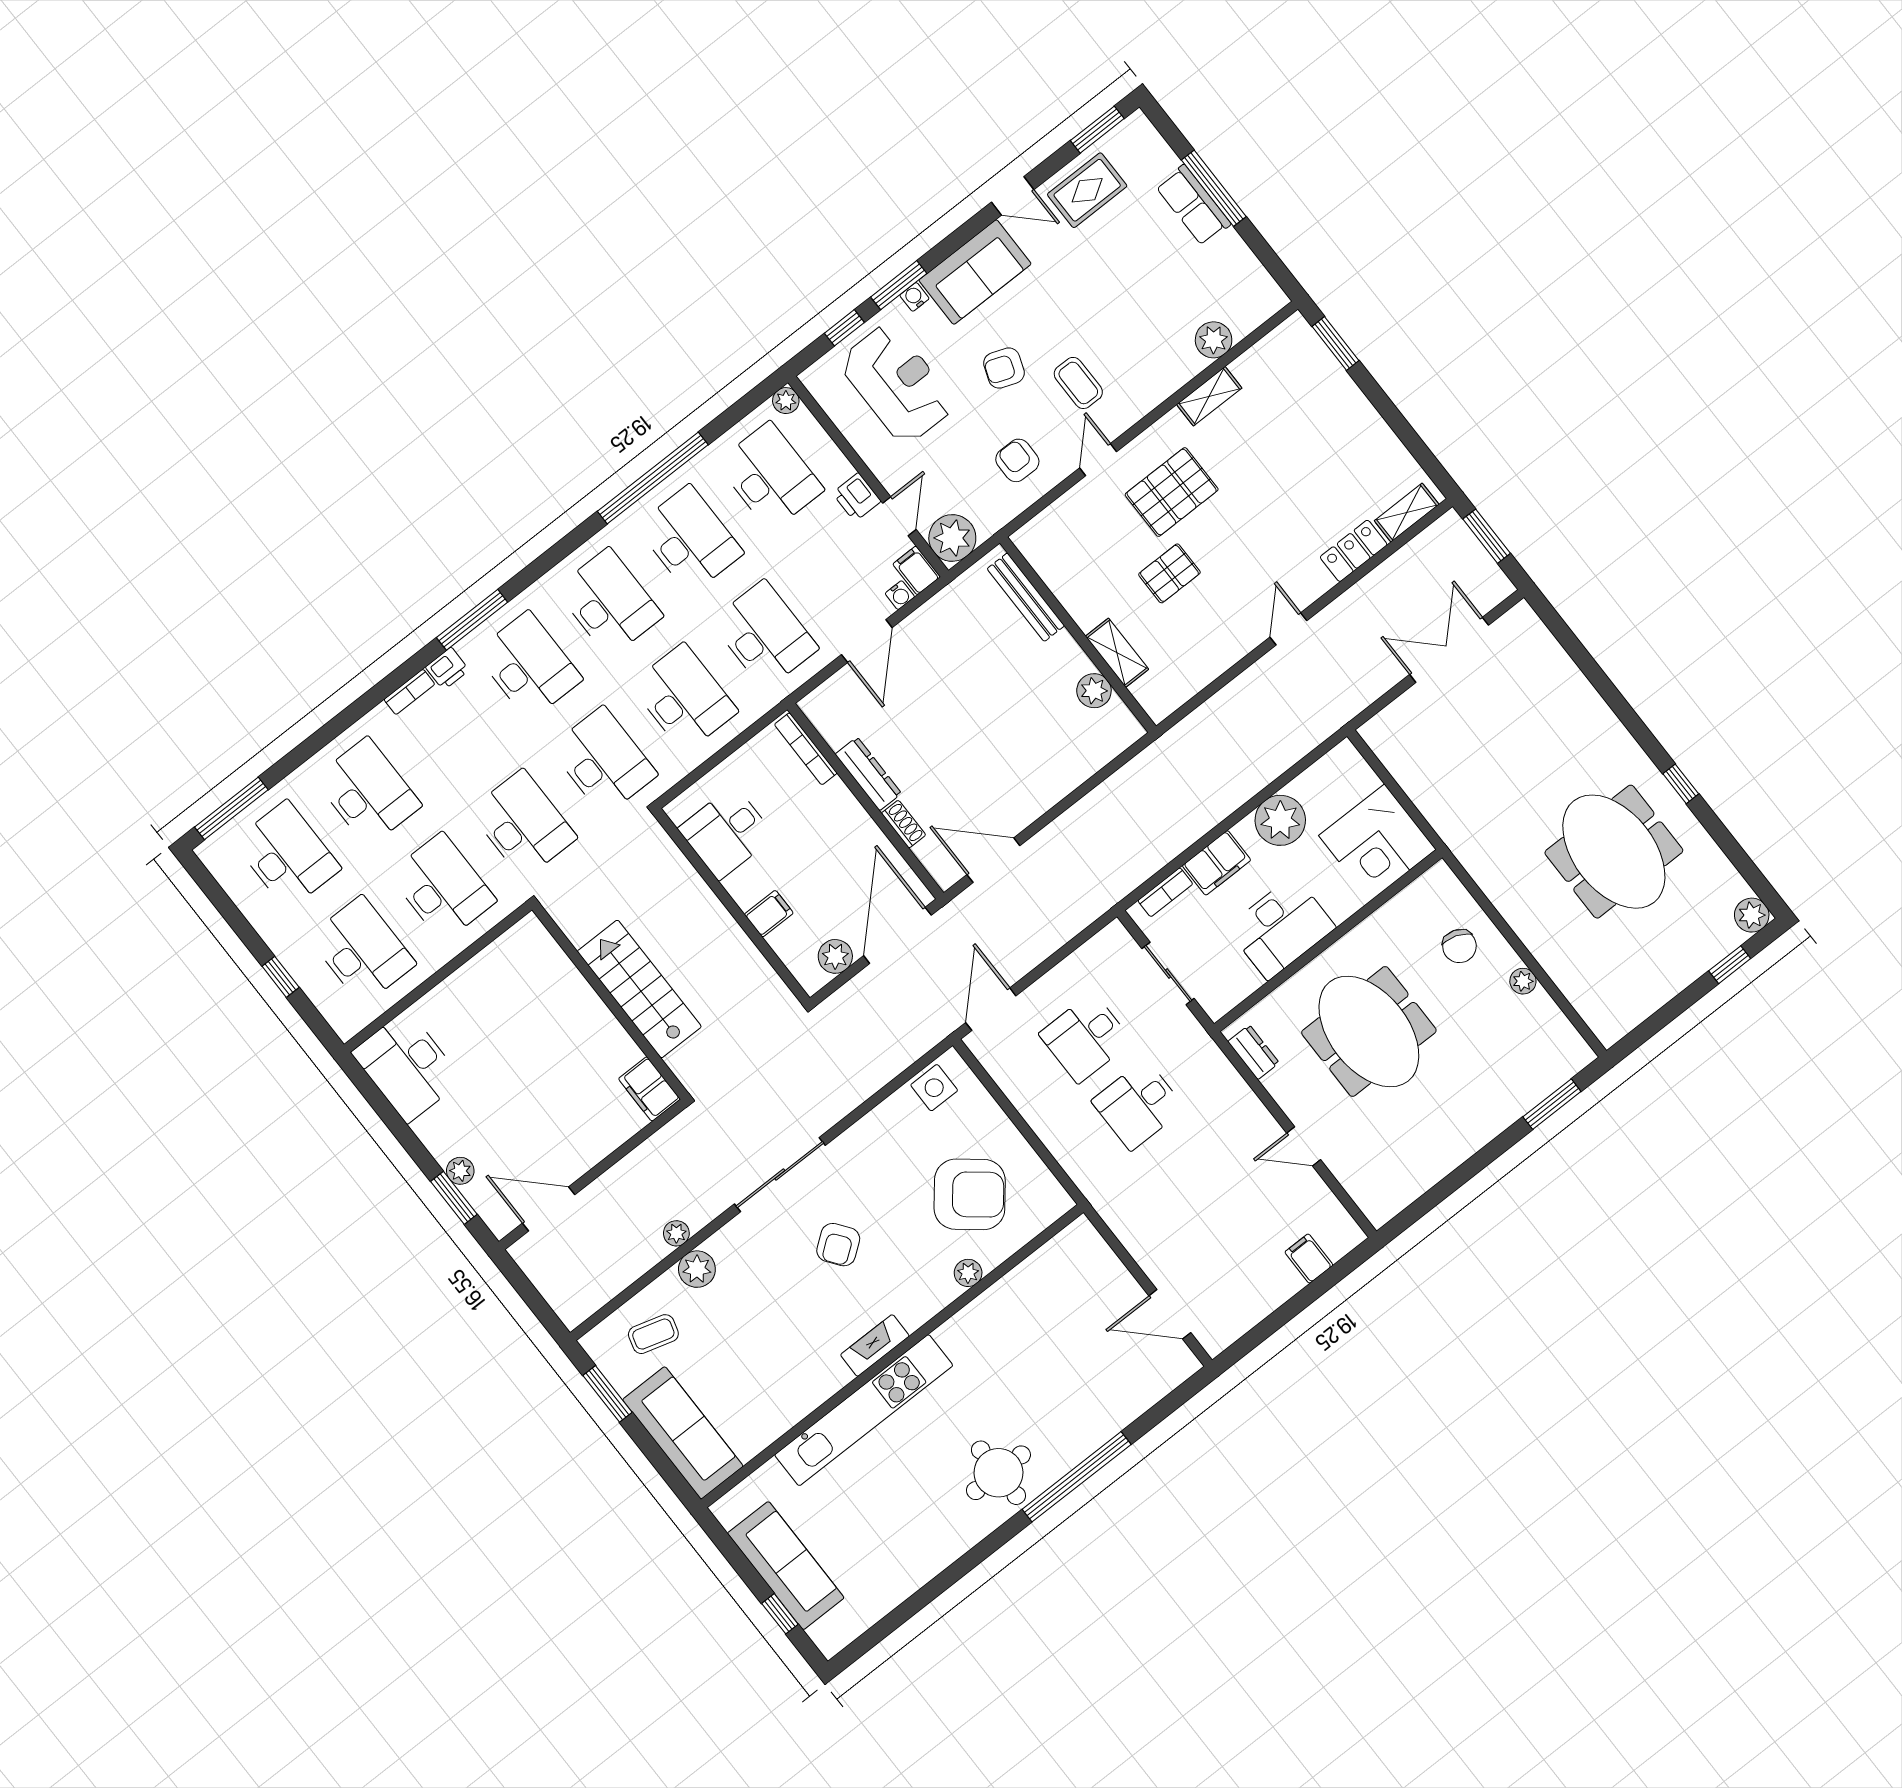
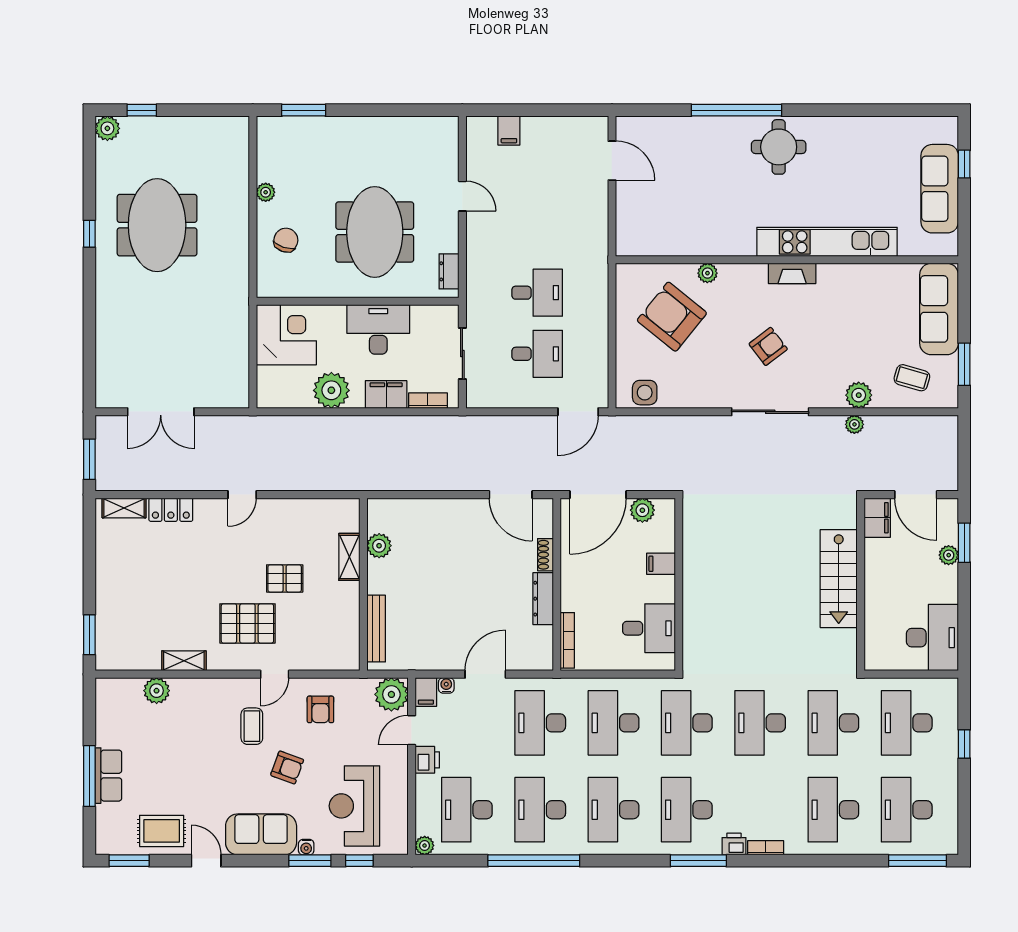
stairs: (639, 989) -> (839, 579), moved
wall: (610, 1001) -> (861, 584), moved
filing cabinet: (649, 1089) -> (877, 518), moved

